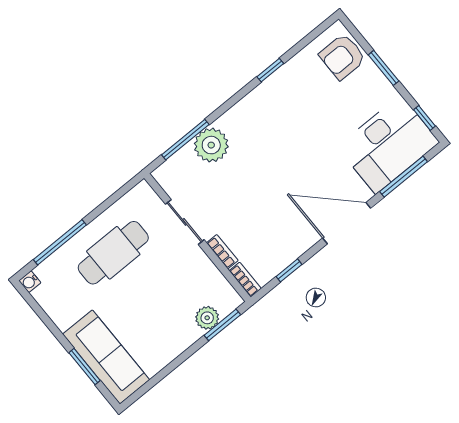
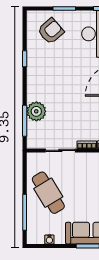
armchair: (342, 57) -> (51, 31), moved, turned -131
cafe table: (113, 253) -> (48, 193), turned -31
water cooler: (30, 282) -> (49, 240), moved

